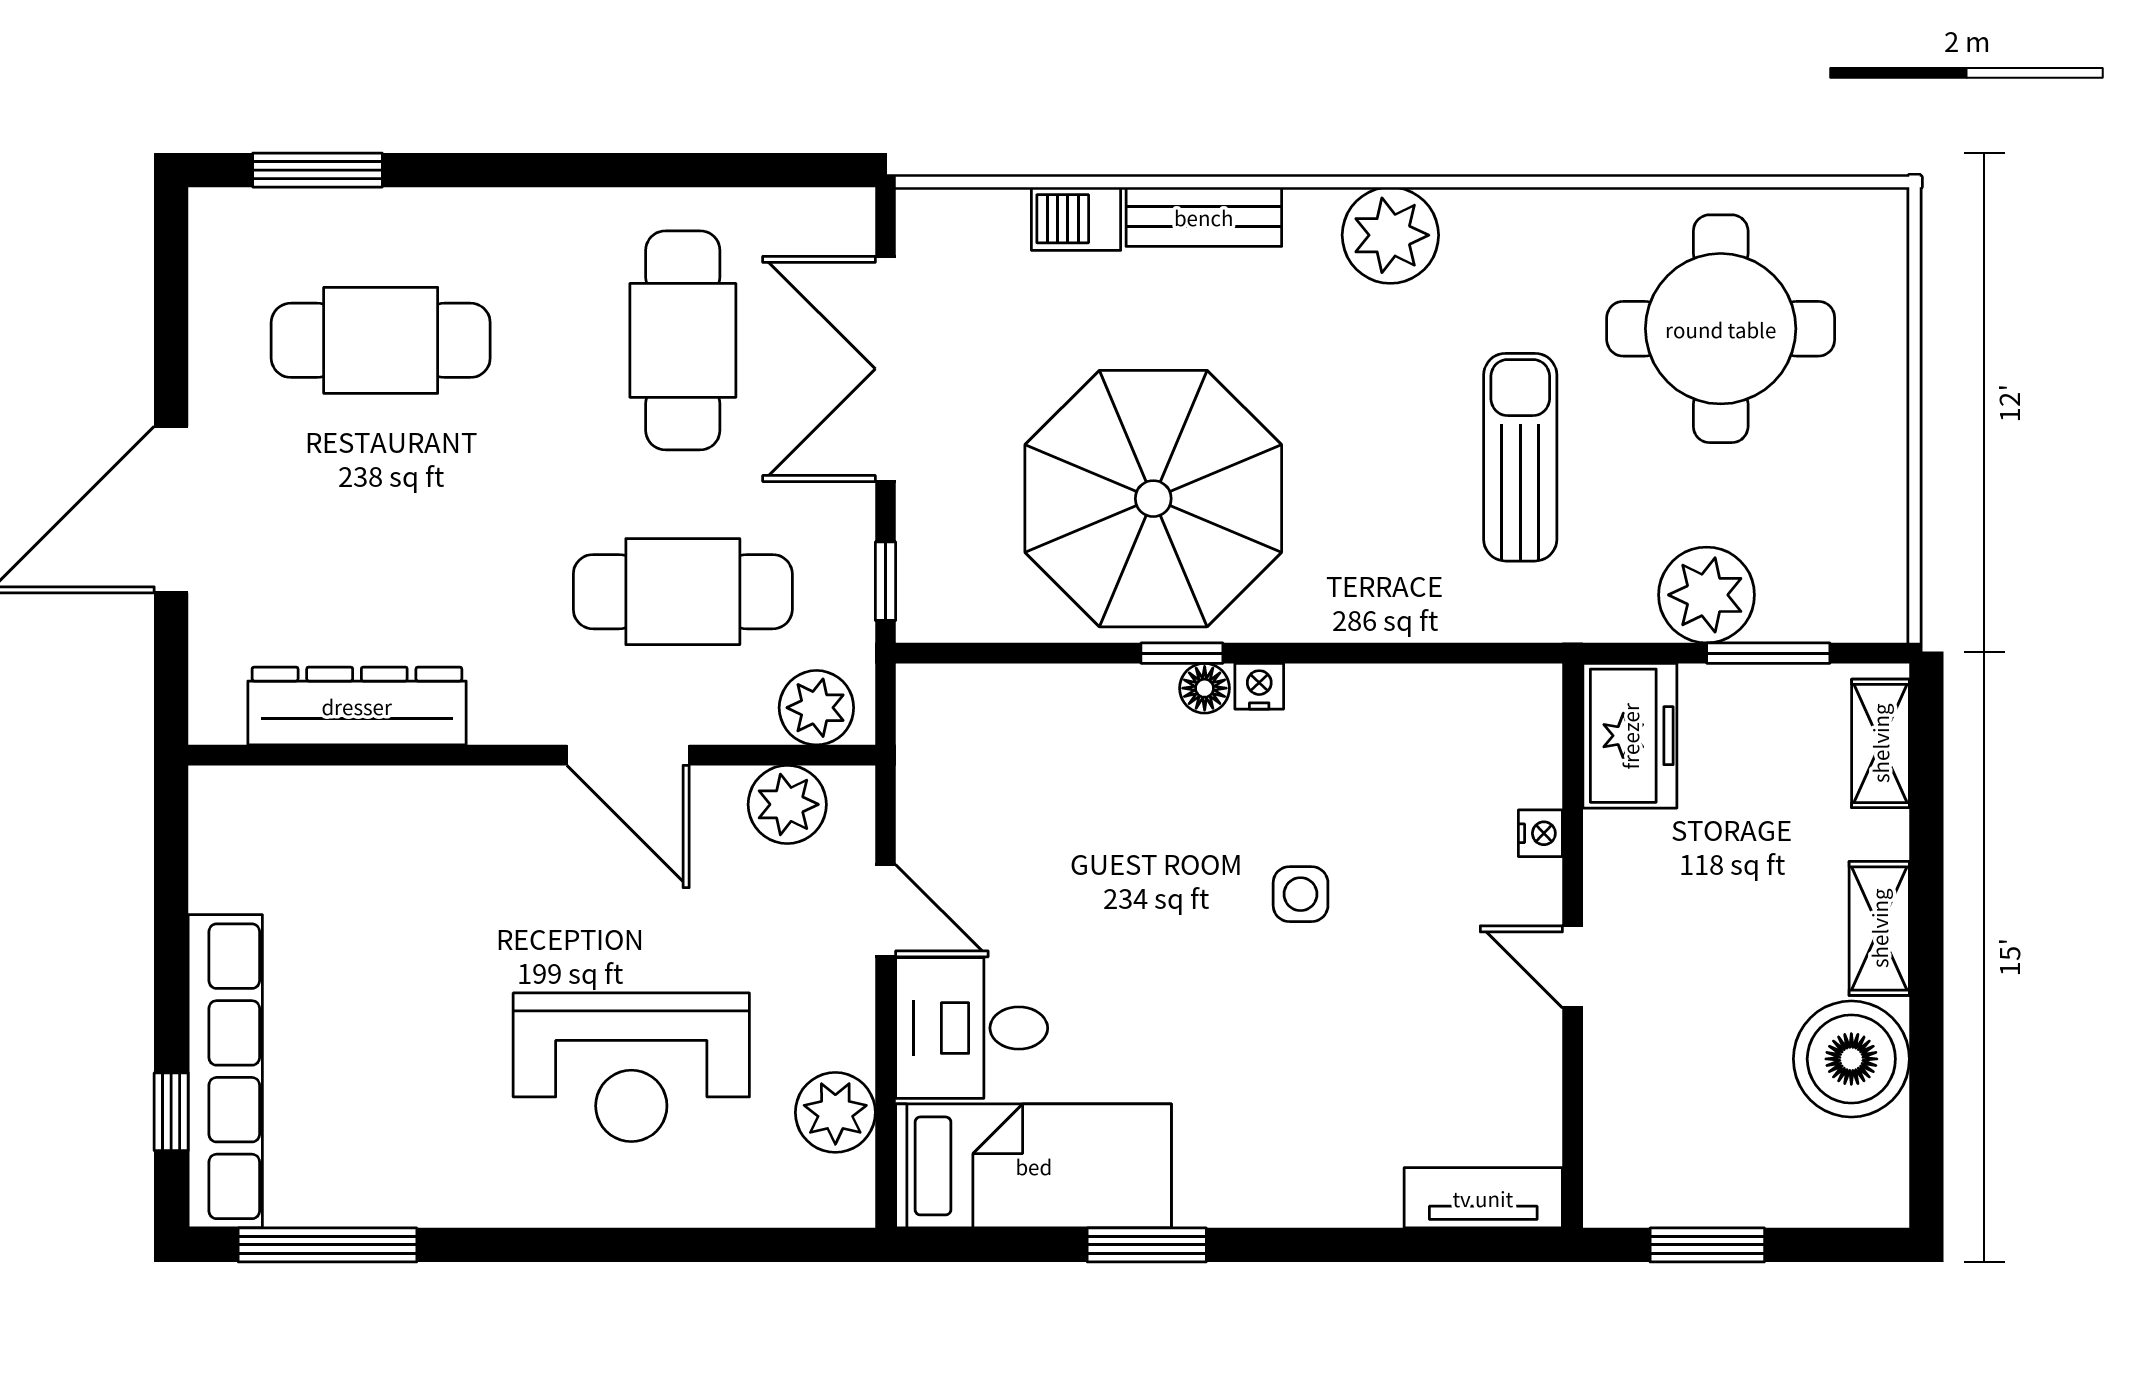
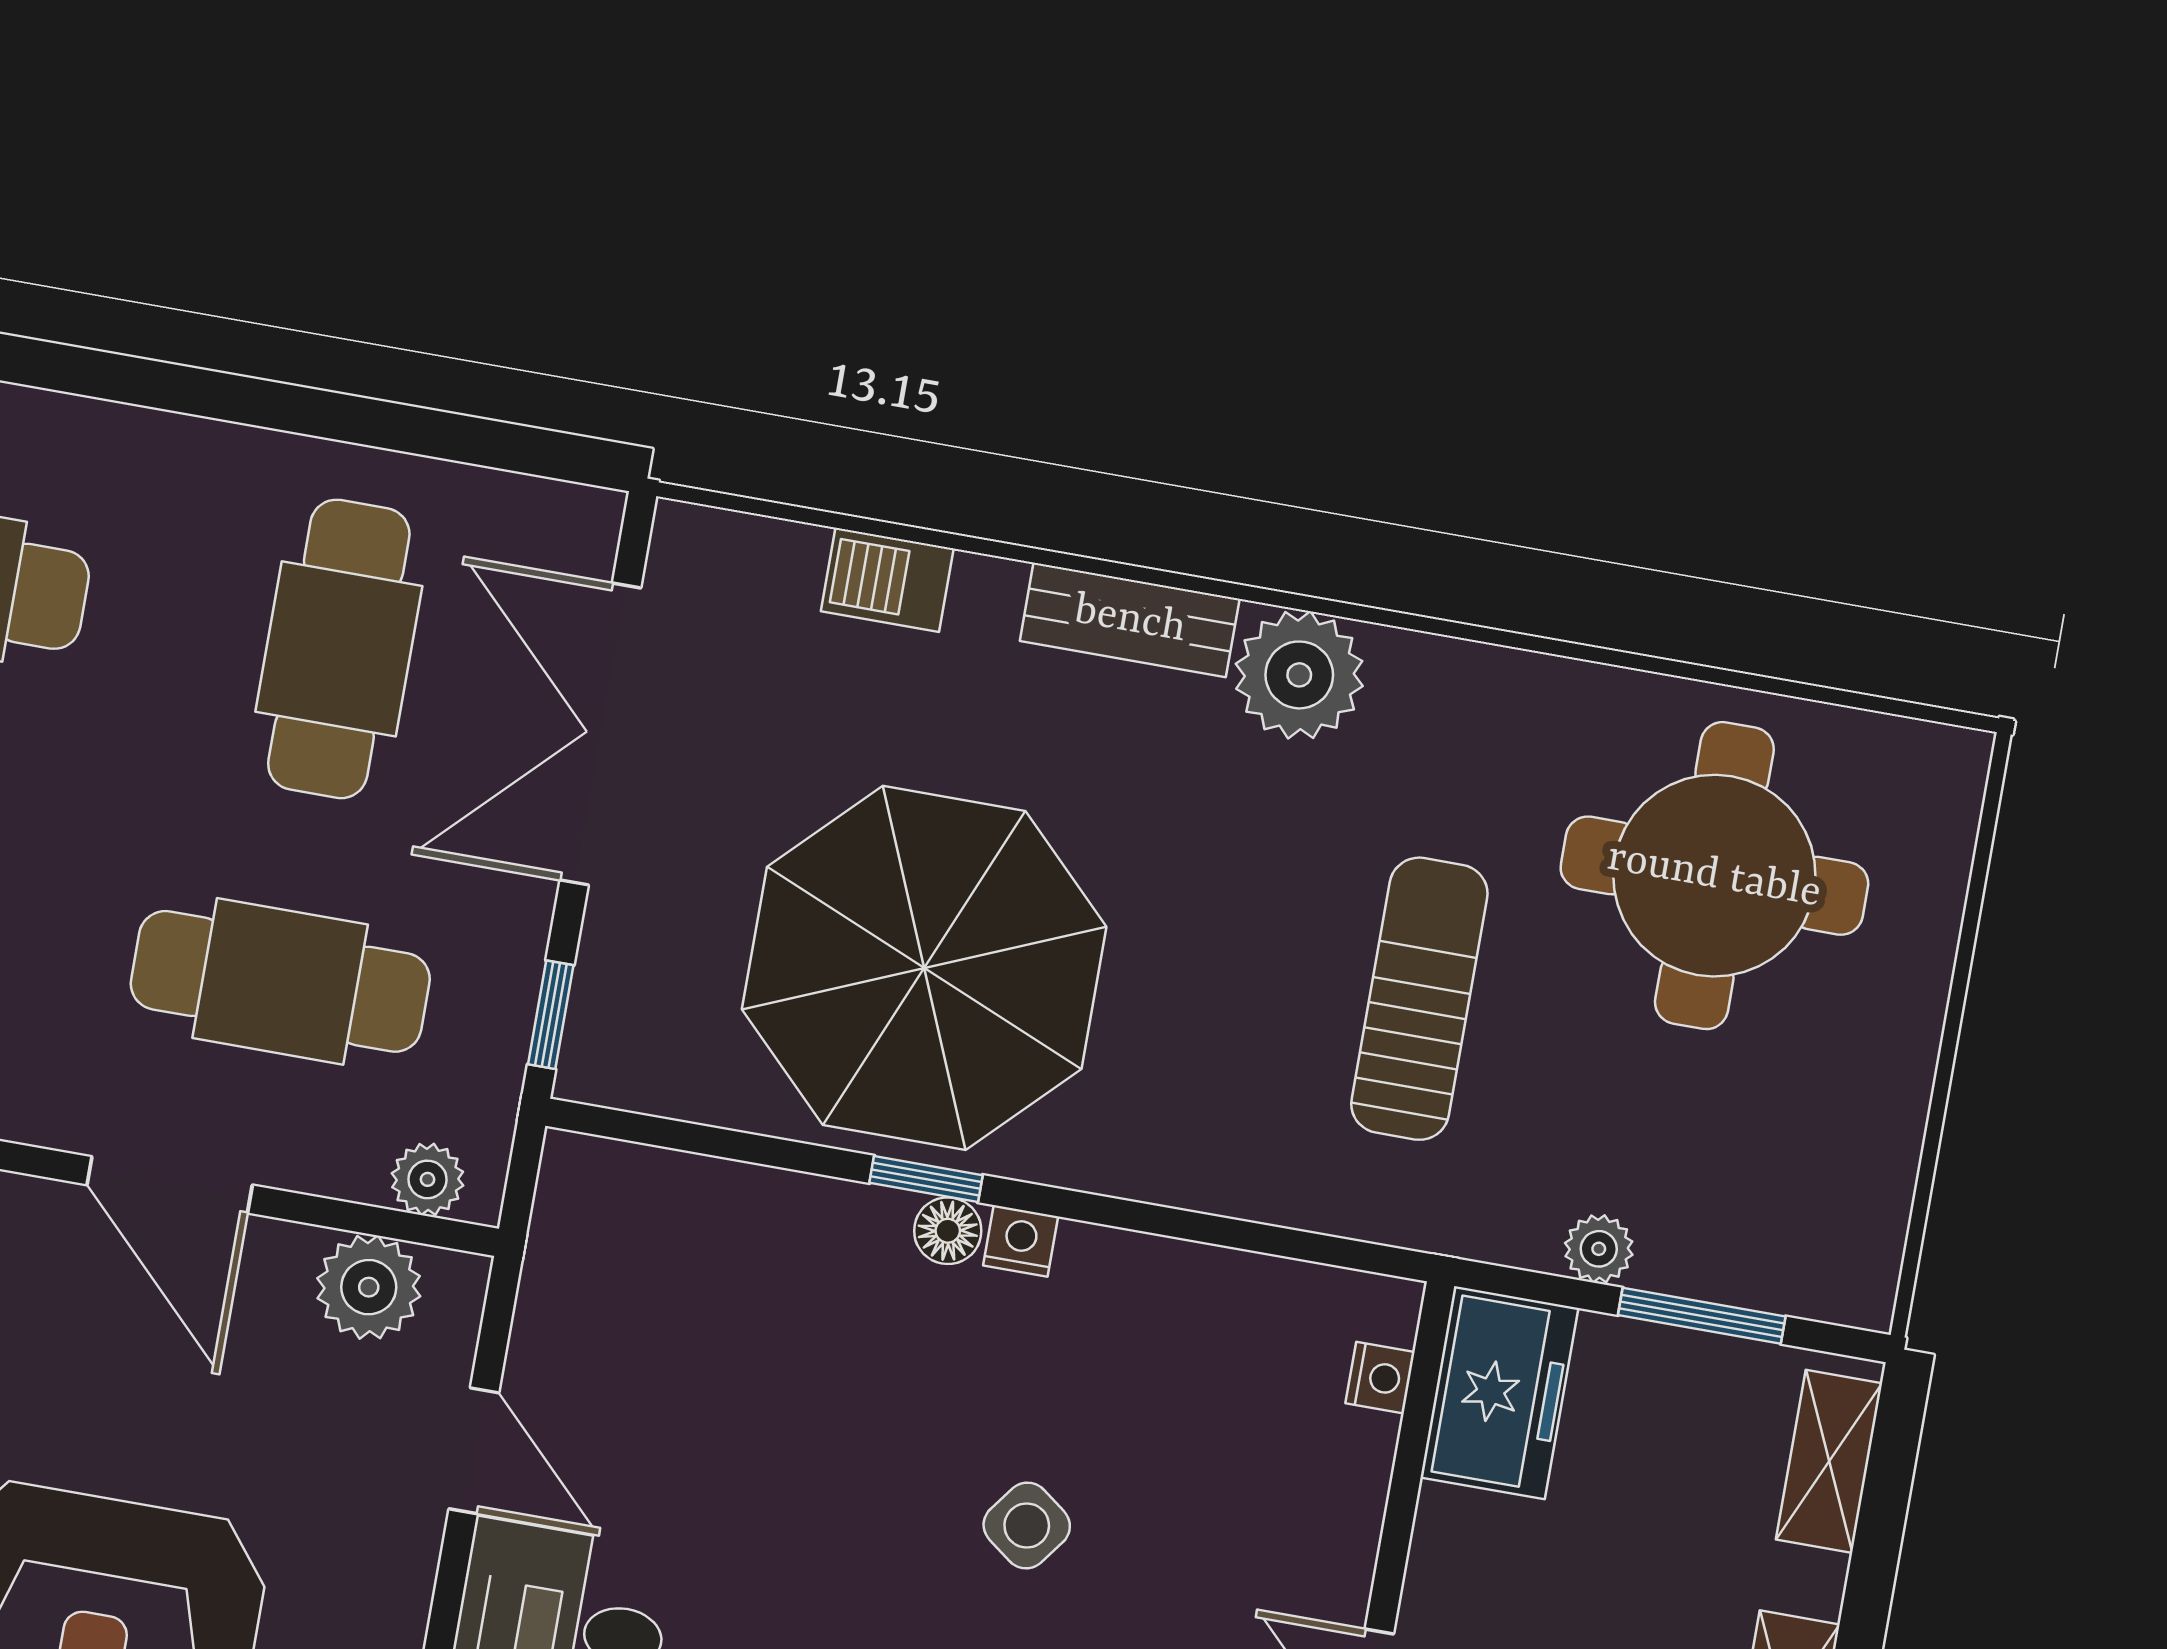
bench: (1204, 217) -> (1130, 620), moved
plant: (1707, 595) -> (1599, 1249), width x0.53, depth x0.53
plant: (816, 708) -> (428, 1179), width x0.73, depth x0.73
nightstand: (1540, 833) -> (1380, 1378), moved
side table: (1301, 894) -> (1027, 1525), turned 37

